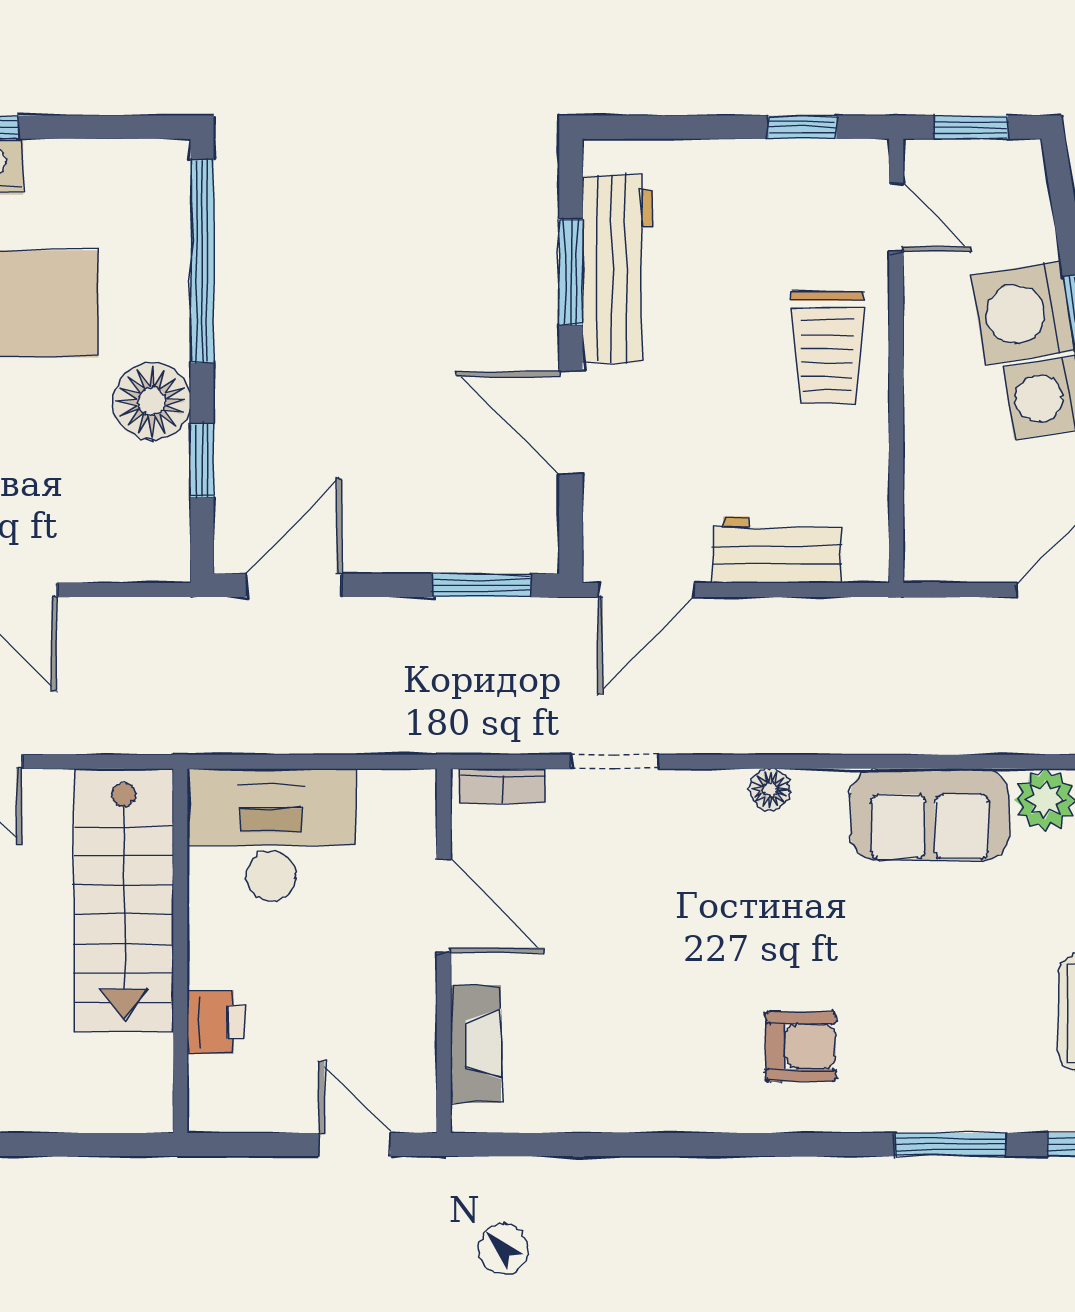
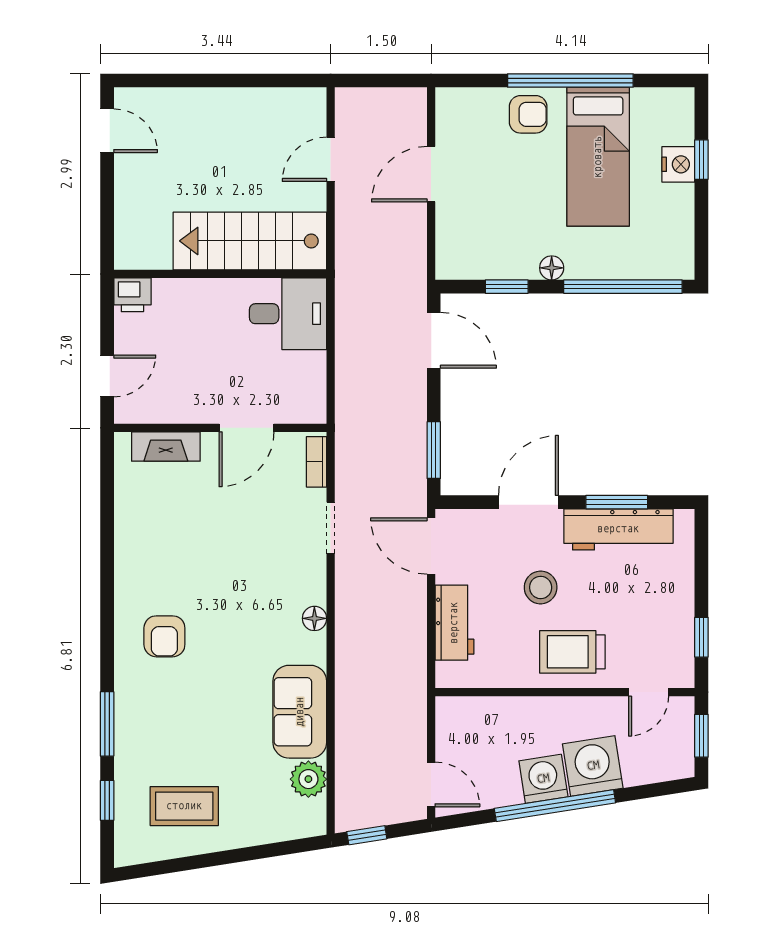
floor lamp: (152, 402) -> (552, 268), width x0.53, depth x0.53
stool: (717, 402) -> (541, 587), added
desk: (271, 835) -> (288, 314), width x0.73
printer: (216, 1022) -> (132, 295), moved

